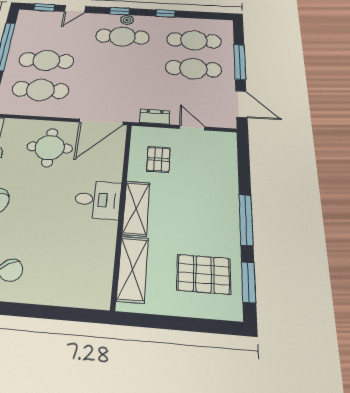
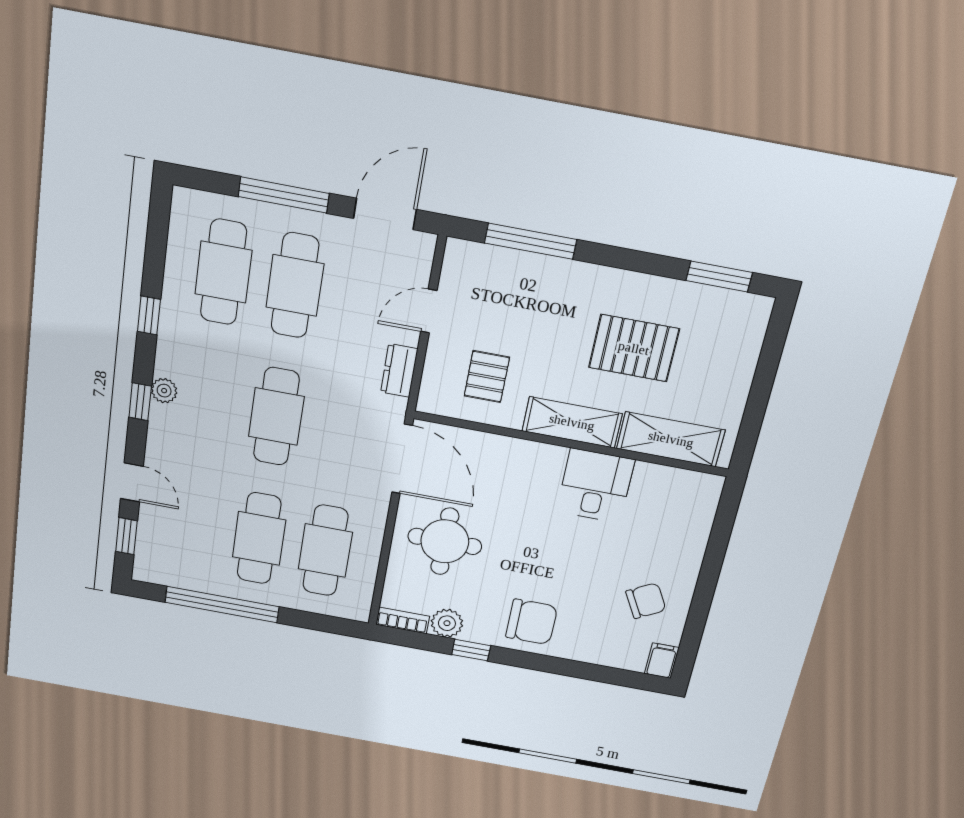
cafe table: (122, 37) -> (276, 417), moved
pallet: (158, 159) -> (487, 377), turned 90
desk: (98, 200) -> (595, 486), moved
window: (246, 220) -> (531, 241), moved
pallet: (204, 274) -> (634, 348), moved, turned 90

